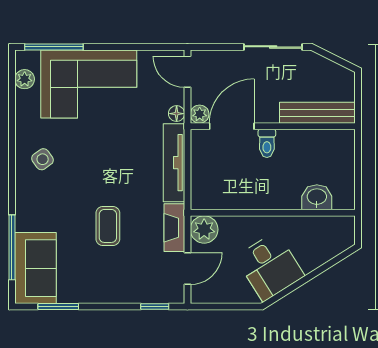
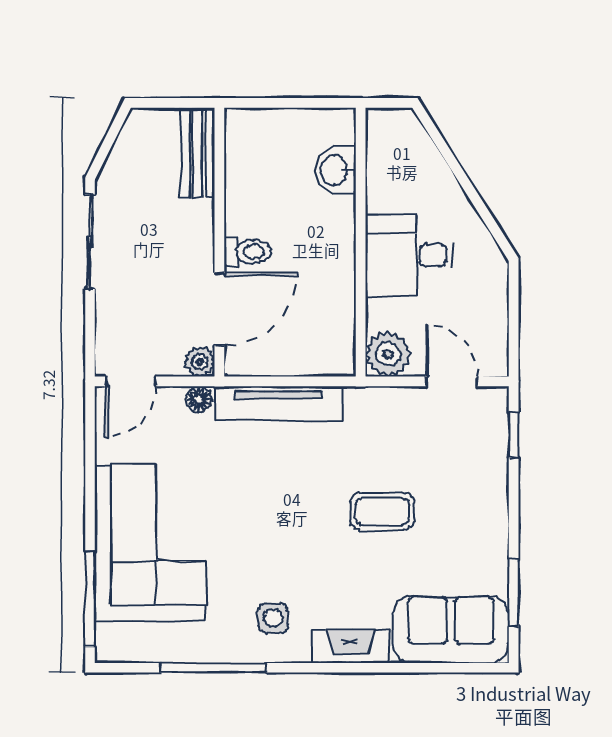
plant: (25, 79) -> (143, 647), removed
bench: (317, 113) -> (197, 153), width x0.73
door: (232, 126) -> (219, 309), swing flipped
side table: (43, 159) -> (273, 618), turned 36
fireplace: (174, 228) -> (350, 646), moved, turned 180
window: (12, 247) -> (213, 668), moved
desk: (270, 267) -> (409, 255), moved, turned -148

